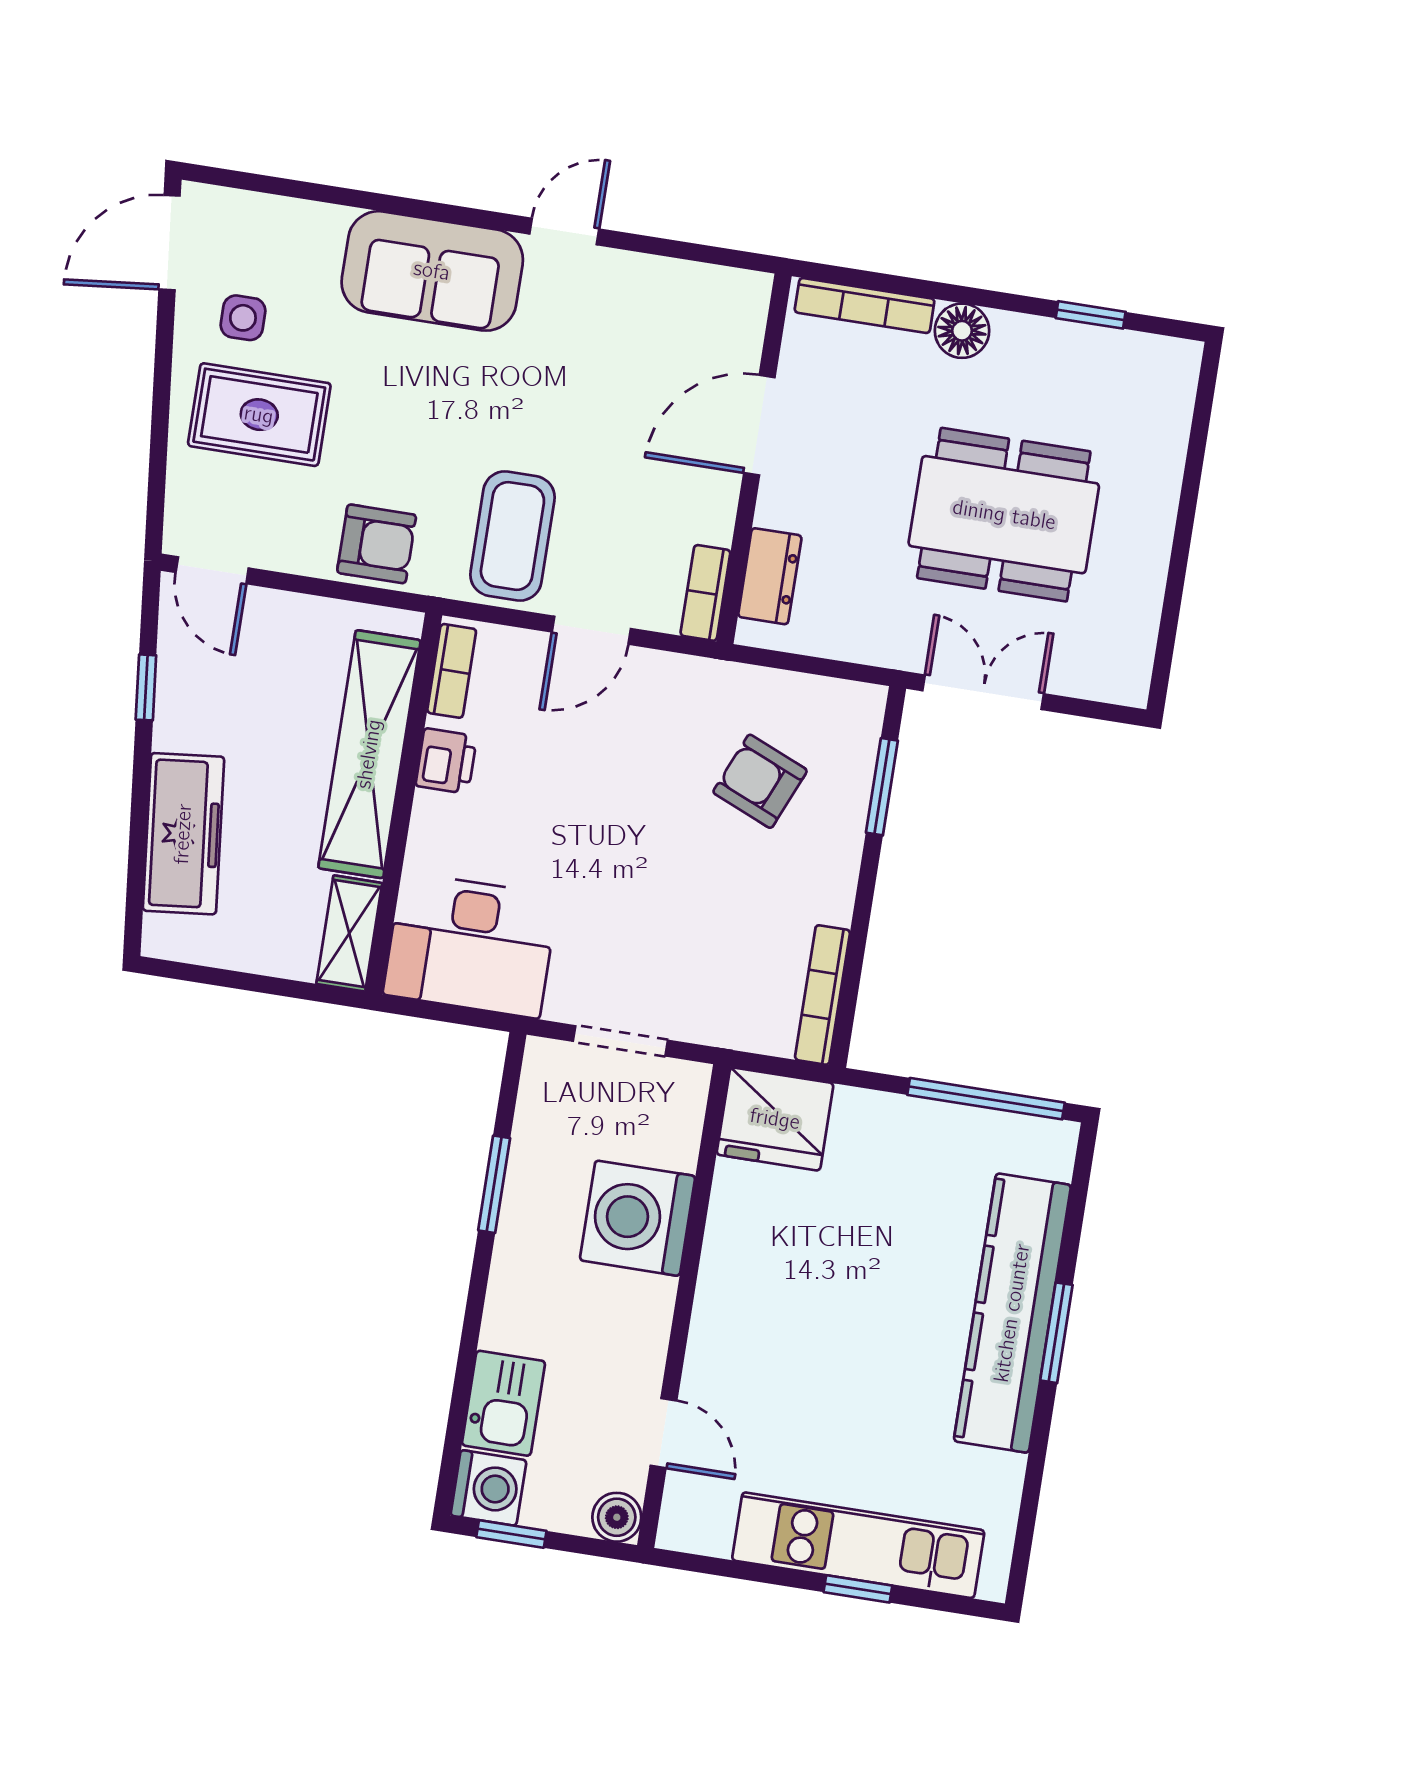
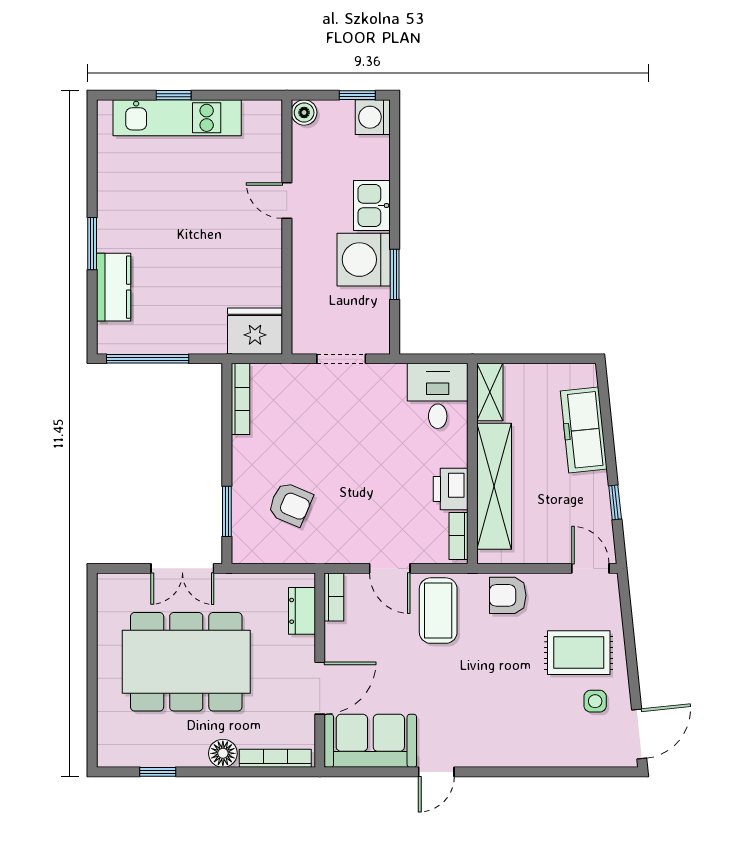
sofa: (432, 271) -> (370, 741), moved
dining table: (1004, 515) -> (186, 662), width x1.36, depth x1.24
door: (591, 630) -> (390, 568), swing flipped
printer: (446, 761) -> (451, 489), width x1.36, depth x1.24
desk: (471, 945) -> (438, 396), width x0.73
washing machine: (638, 1218) -> (364, 260), moved, turned 180
kitchen counter: (1012, 1313) -> (114, 287), width x0.48, depth x0.86
kitchen sink: (503, 1403) -> (372, 205), moved
door: (664, 1433) -> (287, 201), moved

